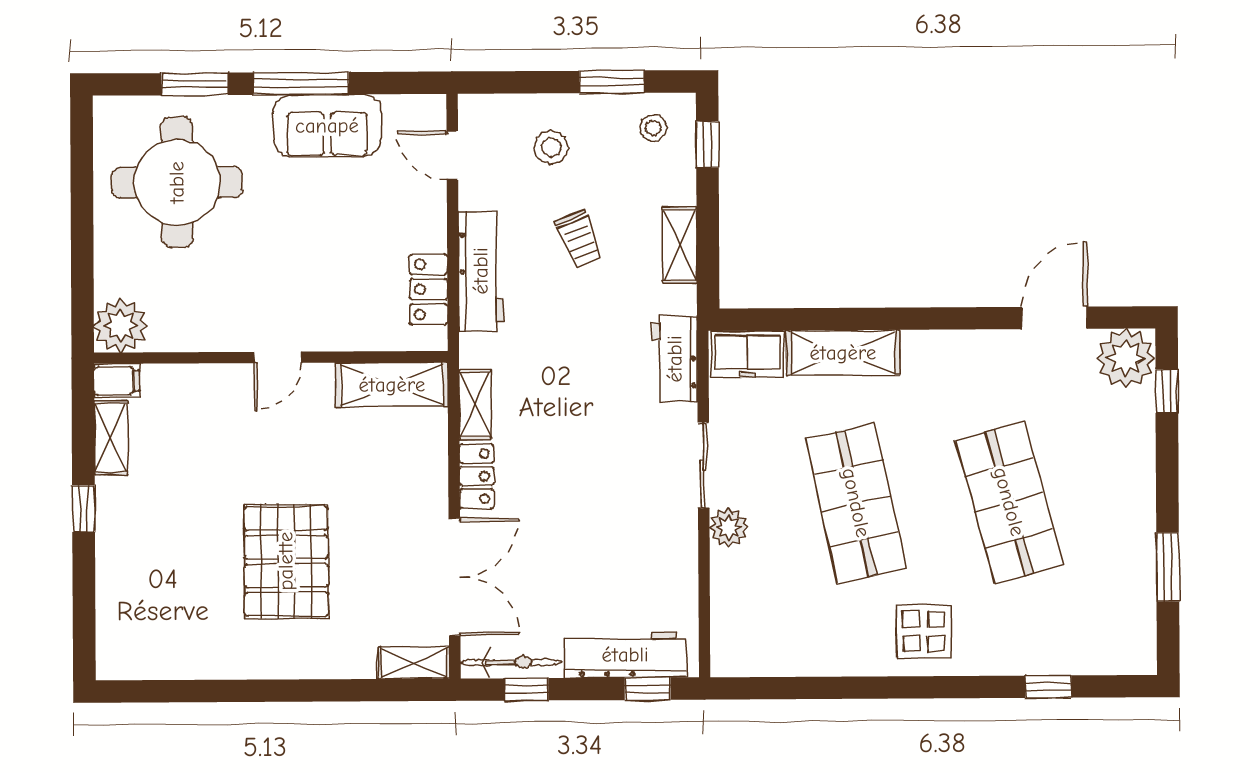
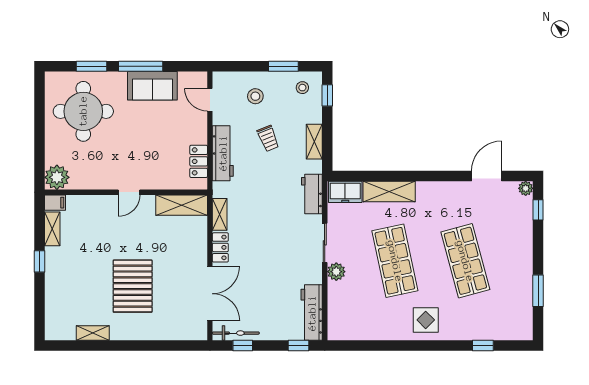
plant: (1126, 358) -> (526, 188), width x0.53, depth x0.53
workbench: (625, 655) -> (312, 313), moved, turned -90
shelving: (414, 663) -> (93, 333), moved

